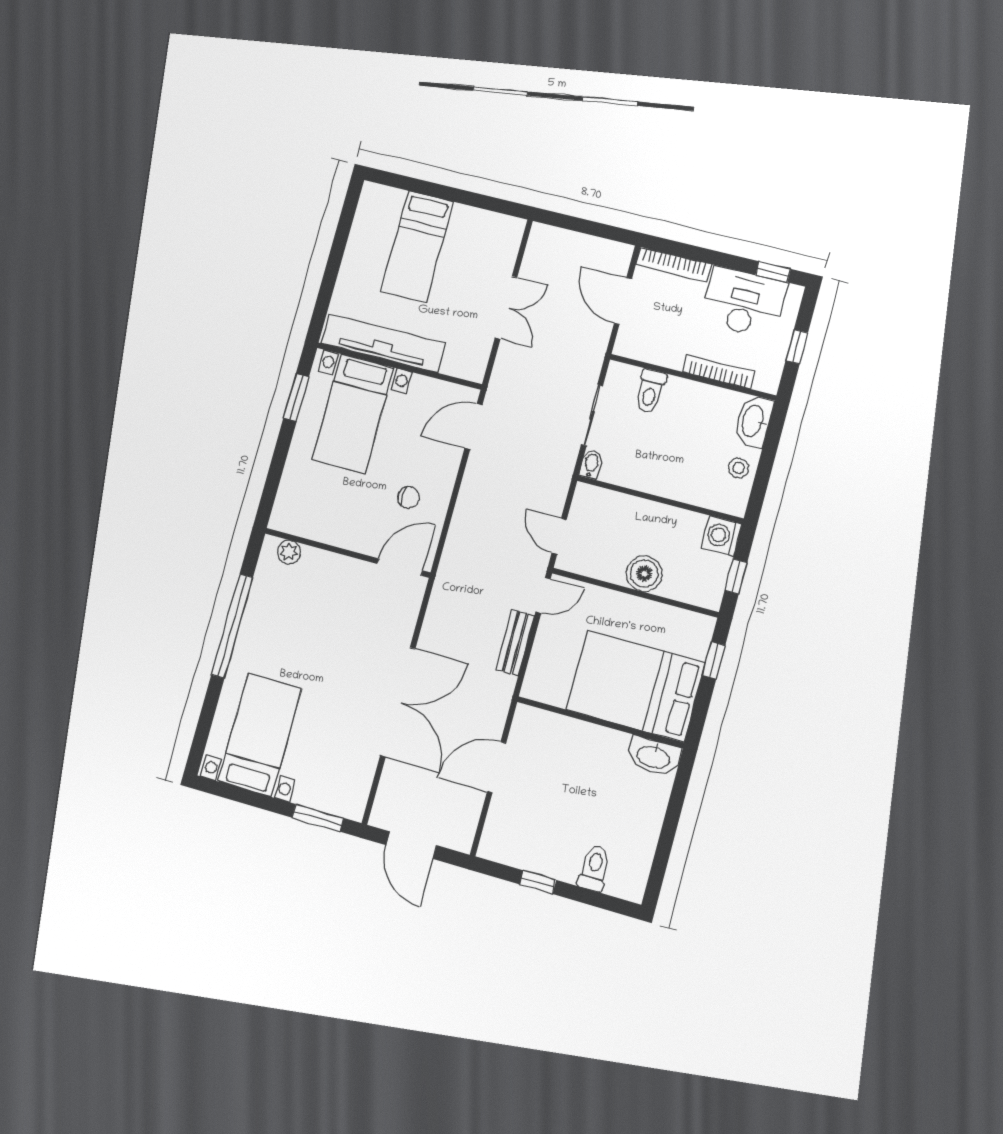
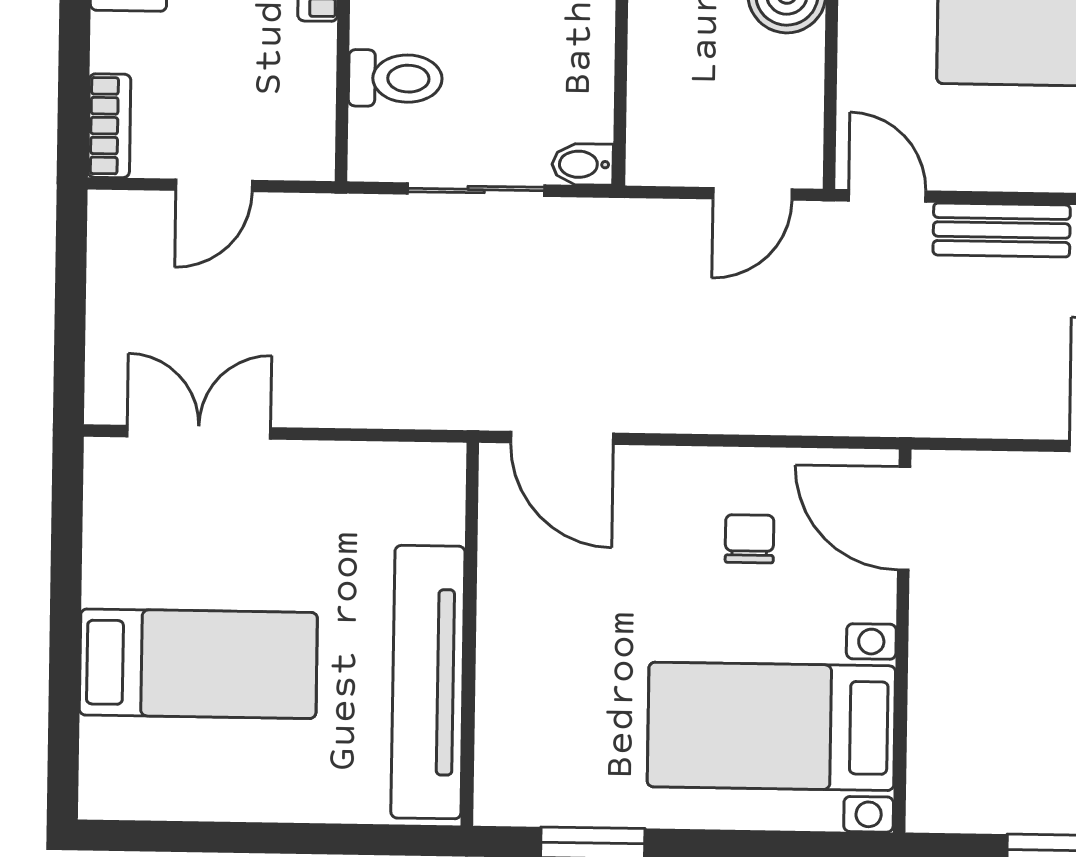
bookcase: (674, 265) -> (109, 126), width x0.64
door: (623, 301) -> (214, 185), width x0.73
double door: (506, 308) -> (199, 432), moved
bed with nightstands: (353, 414) -> (771, 726), moved, turned 180
plant: (289, 552) -> (933, 769), removed

